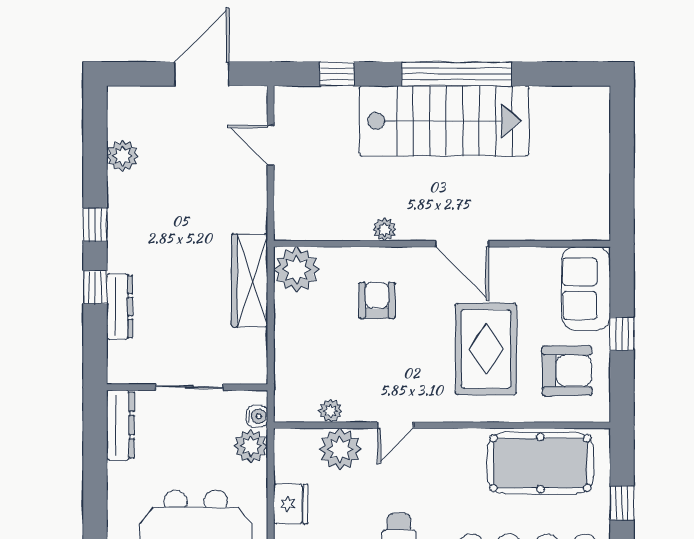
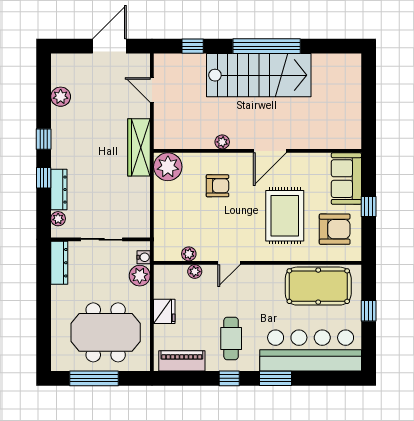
door: (462, 244) -> (270, 151), hinge flipped
wardrobe: (250, 280) -> (139, 147), moved
armchair: (377, 300) -> (217, 186), turned 90
plant: (118, 354) -> (58, 219), added
plant: (340, 449) -> (195, 272), width x0.53, depth x0.53

